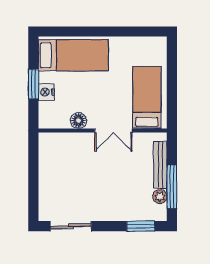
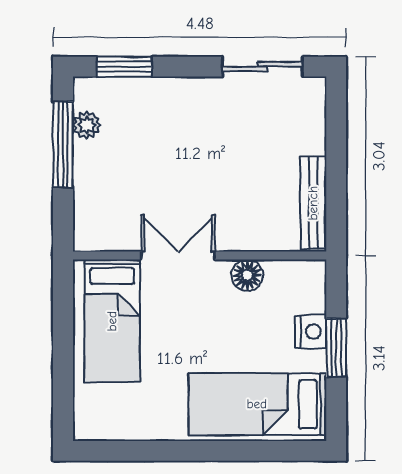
bench: (160, 165) -> (313, 203), moved

